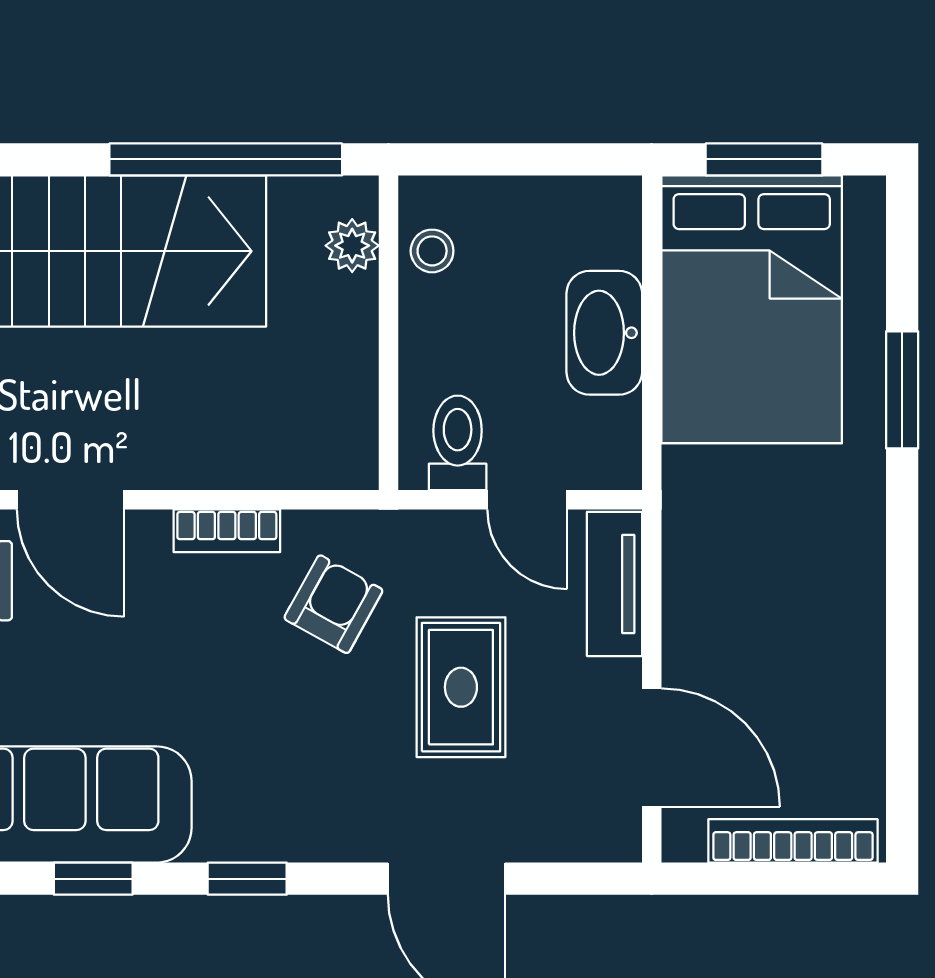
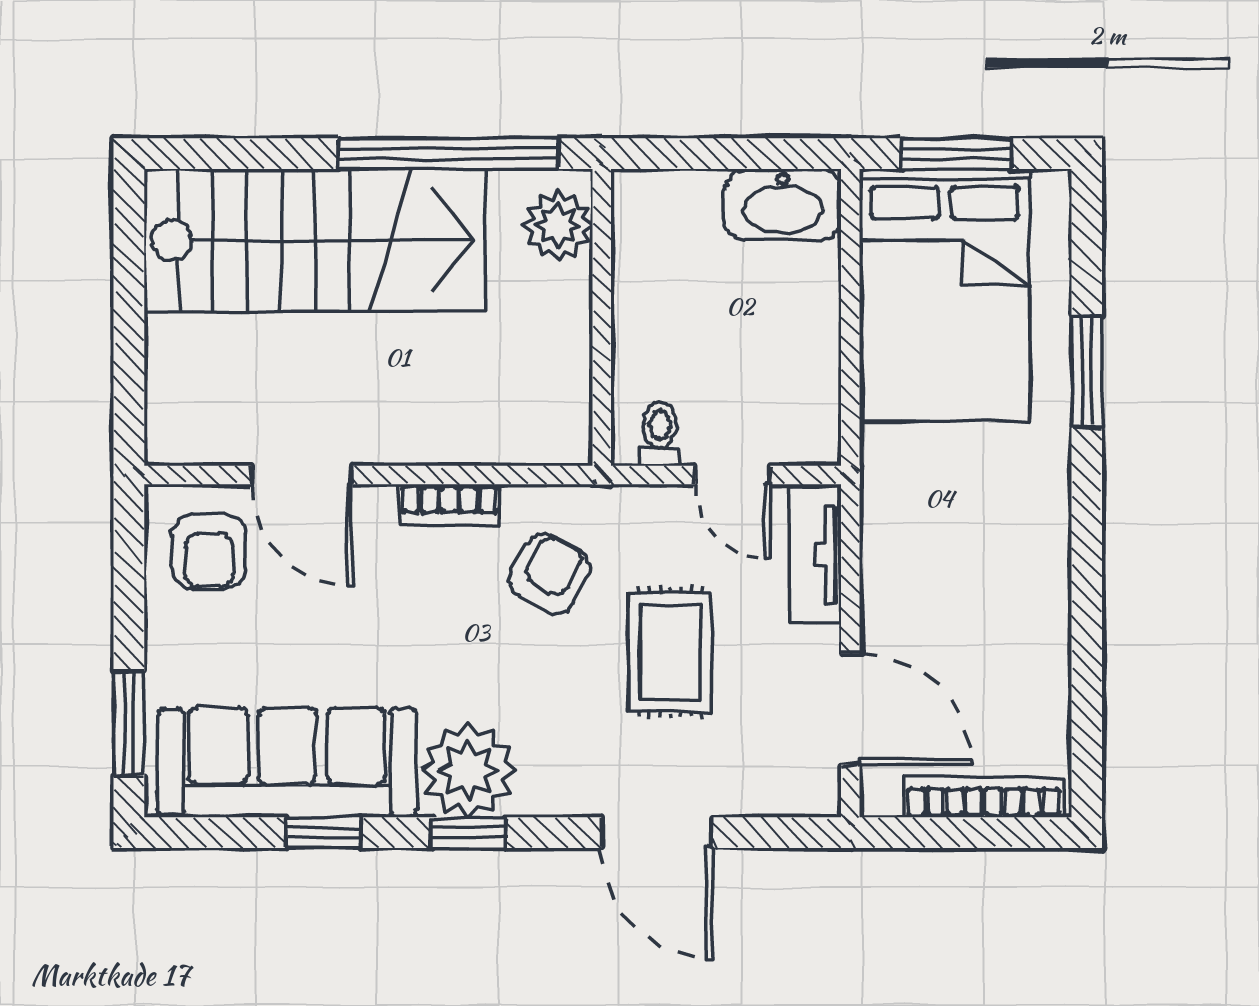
plant: (352, 246) -> (558, 226), width x1.38, depth x1.38
stool: (432, 251) -> (643, 240), removed
washbasin: (604, 333) -> (783, 204), moved, turned -90
toilet: (458, 443) -> (660, 434), width x0.73, depth x0.72
plant: (247, 812) -> (468, 770), added

